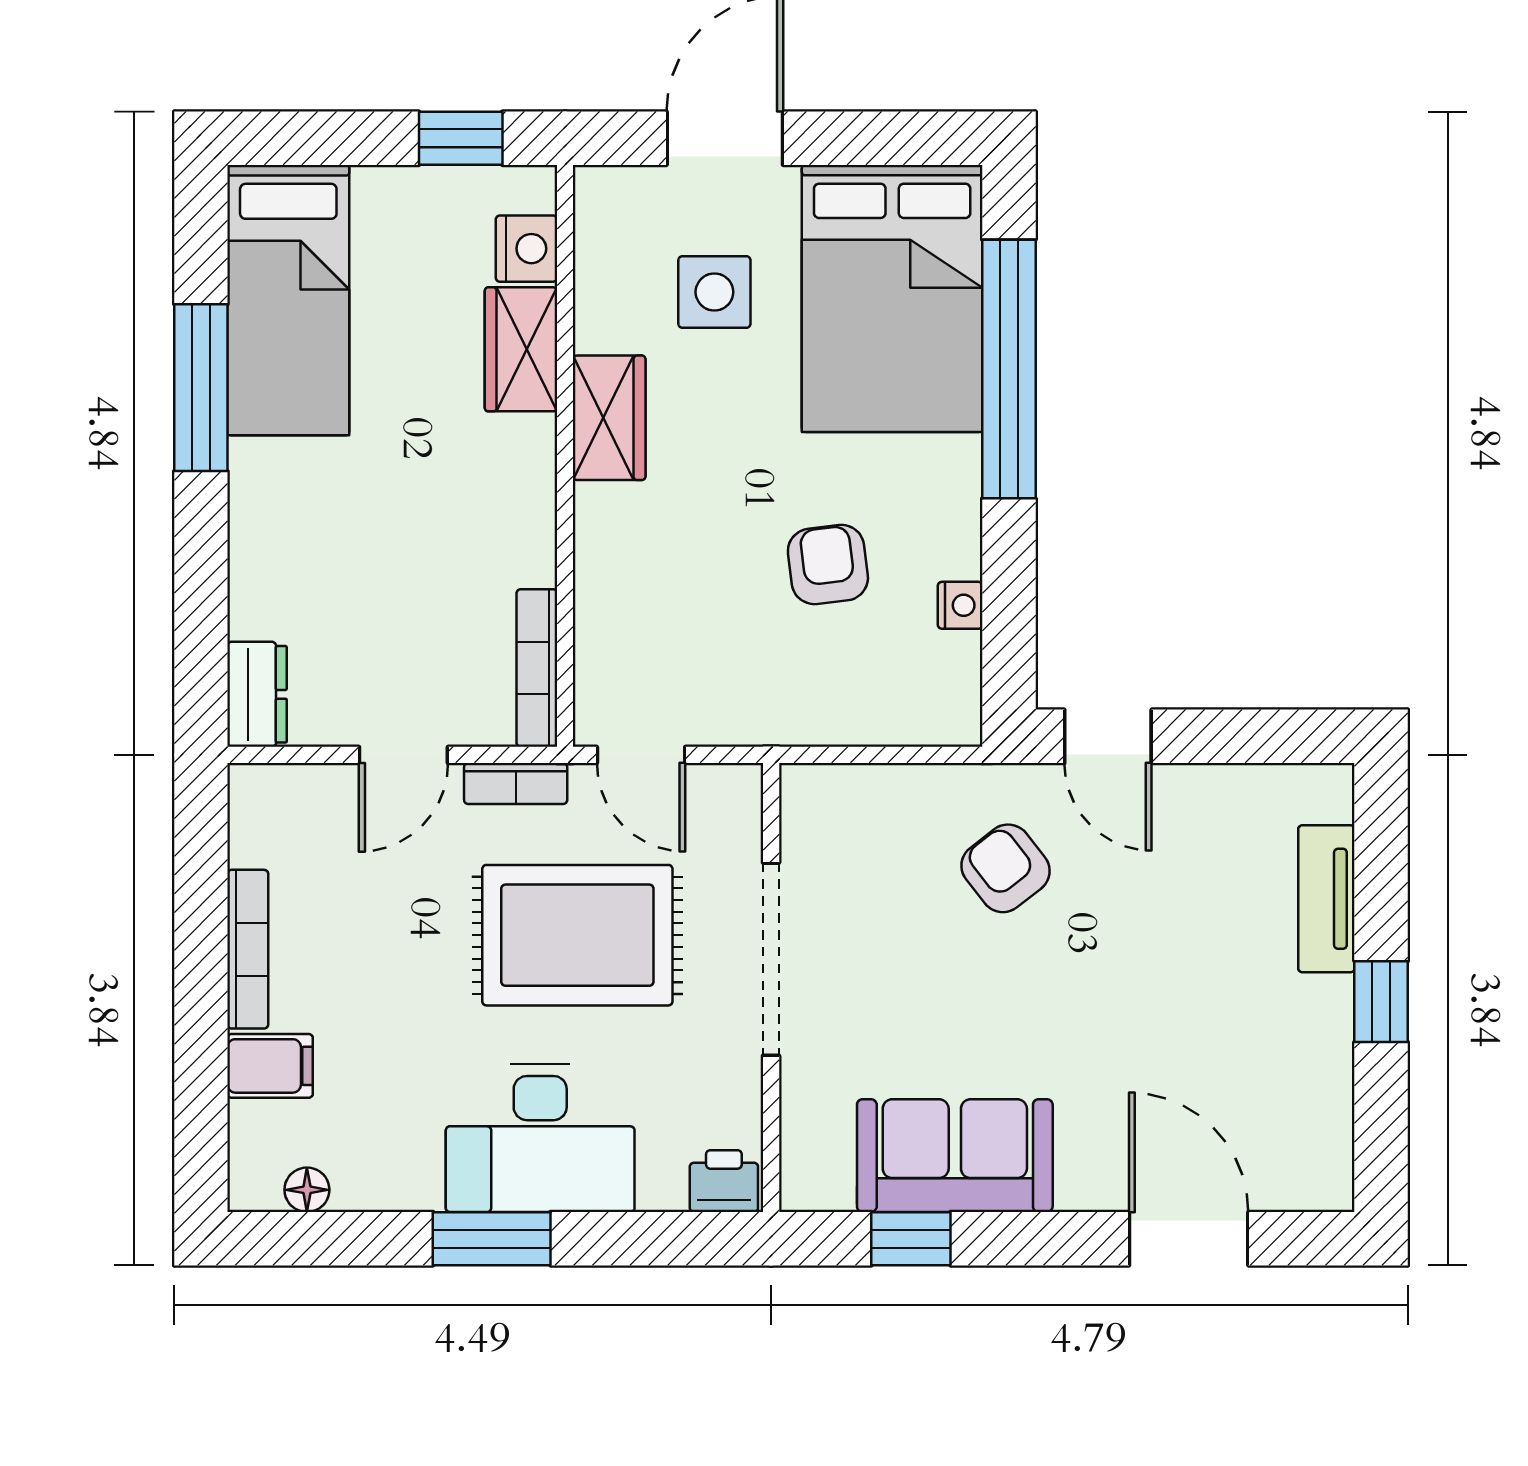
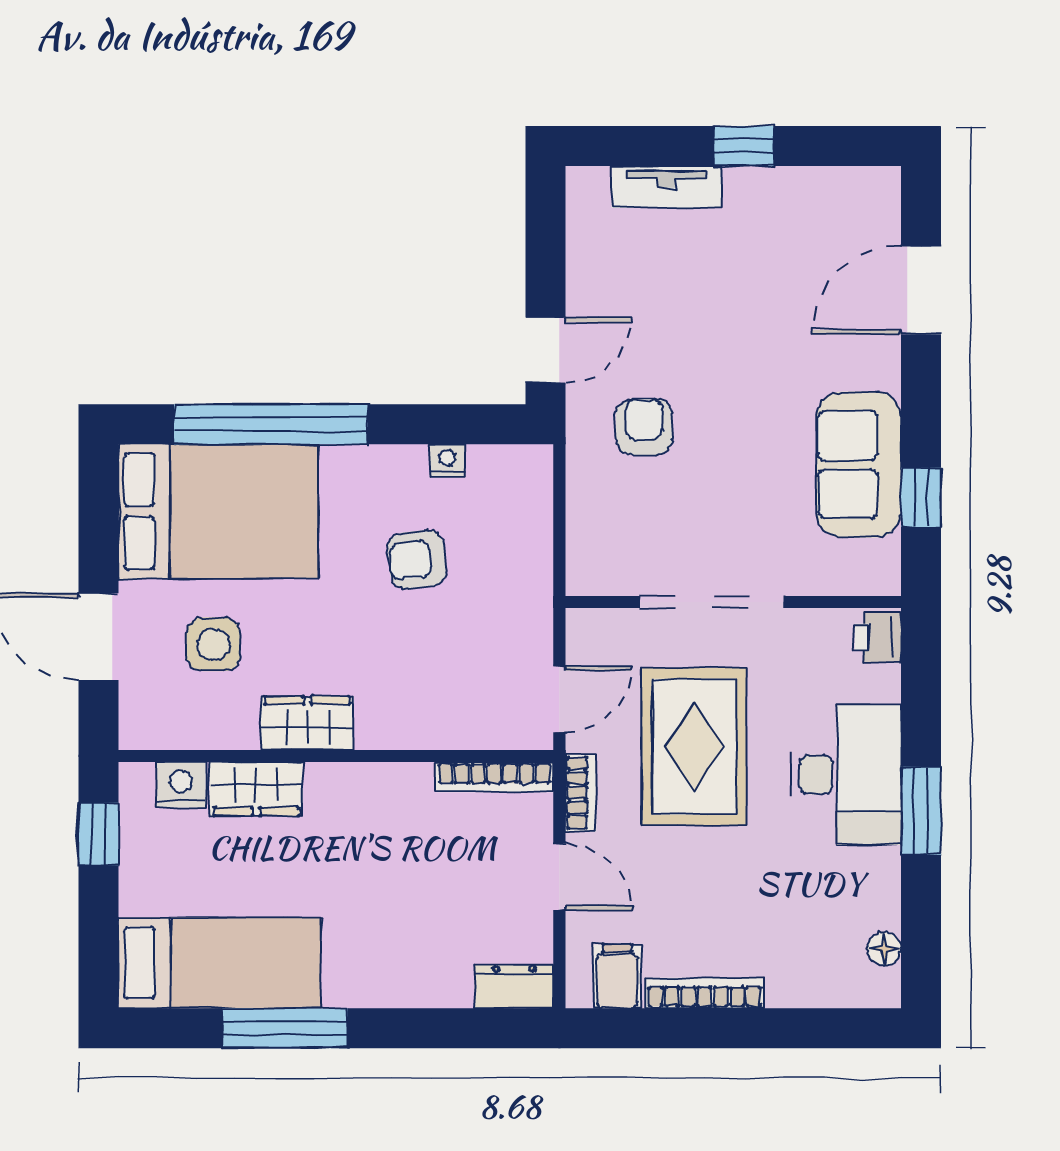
armchair: (1006, 868) -> (644, 427), turned 128
filing cabinet: (270, 1066) -> (617, 976), moved

